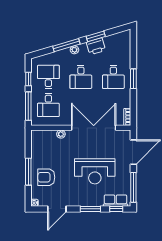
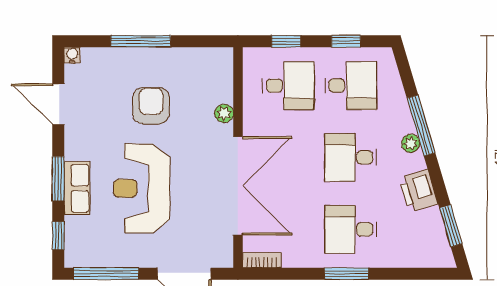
window: (96, 36) -> (451, 226), moved
desk: (48, 105) -> (288, 86), turned 180
window: (28, 106) -> (286, 41), width x0.46
armchair: (46, 177) -> (151, 106), moved
row of seats: (115, 201) -> (77, 188), moved

